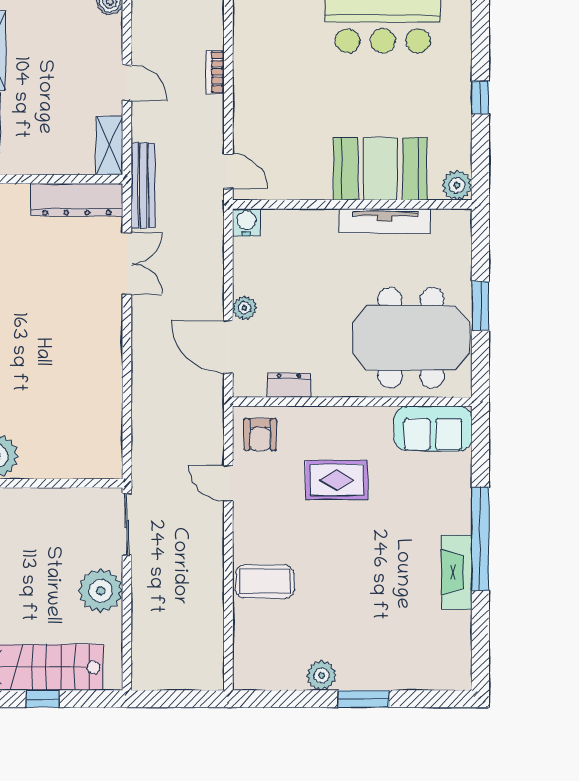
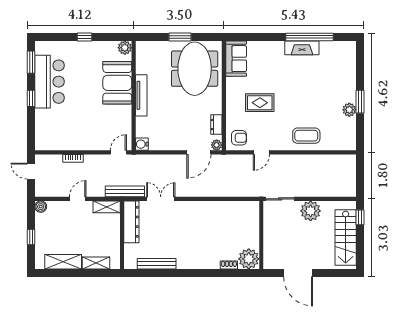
tv unit: (385, 221) -> (141, 95), moved
plant: (244, 308) -> (217, 145), moved
rug: (337, 480) -> (260, 103), turned 90
window: (480, 539) -> (310, 37), moved
coffee table: (265, 581) -> (306, 136), turned 90
window: (43, 699) -> (360, 217), moved
window: (364, 699) -> (360, 102), moved

